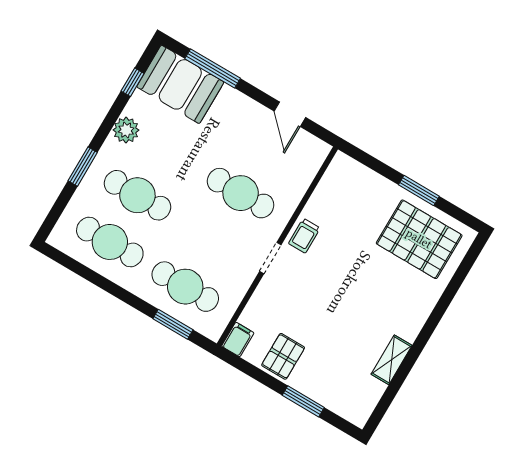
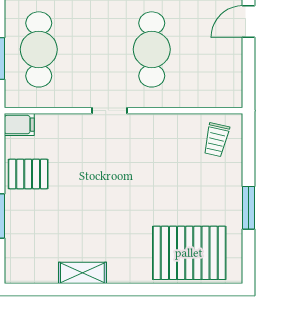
door: (290, 114) -> (248, 22), moved
trolley: (304, 236) -> (216, 140), moved, turned -77
pallet: (419, 239) -> (189, 253), moved, turned 90

